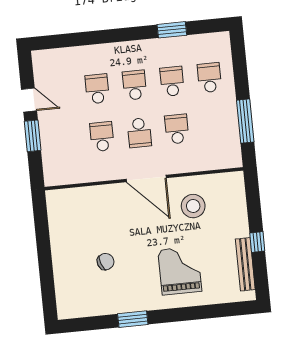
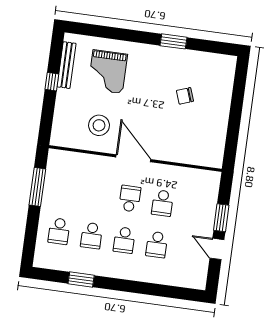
school desk: (177, 129) -> (97, 194), removed
grand piano: (180, 271) -> (108, 72), moved

